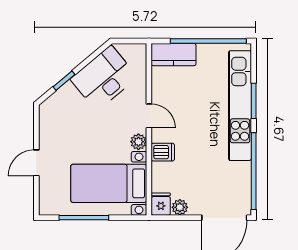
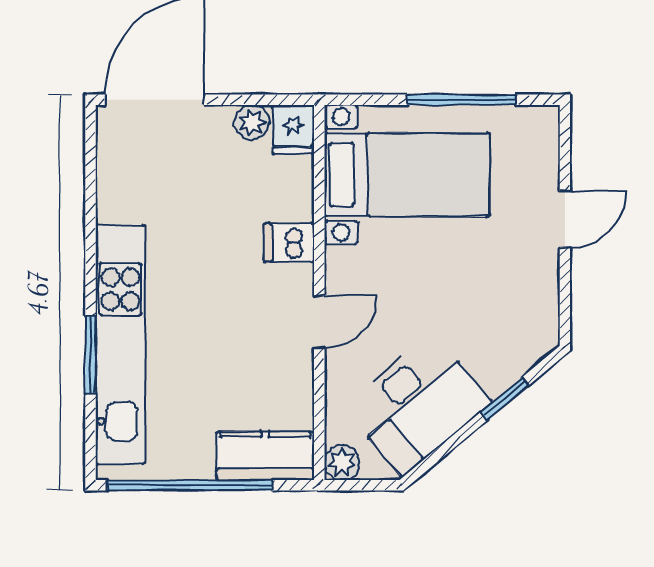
door: (149, 116) -> (319, 322), swing flipped
plant: (138, 142) -> (342, 463), moved
window: (254, 171) -> (91, 201), removed

